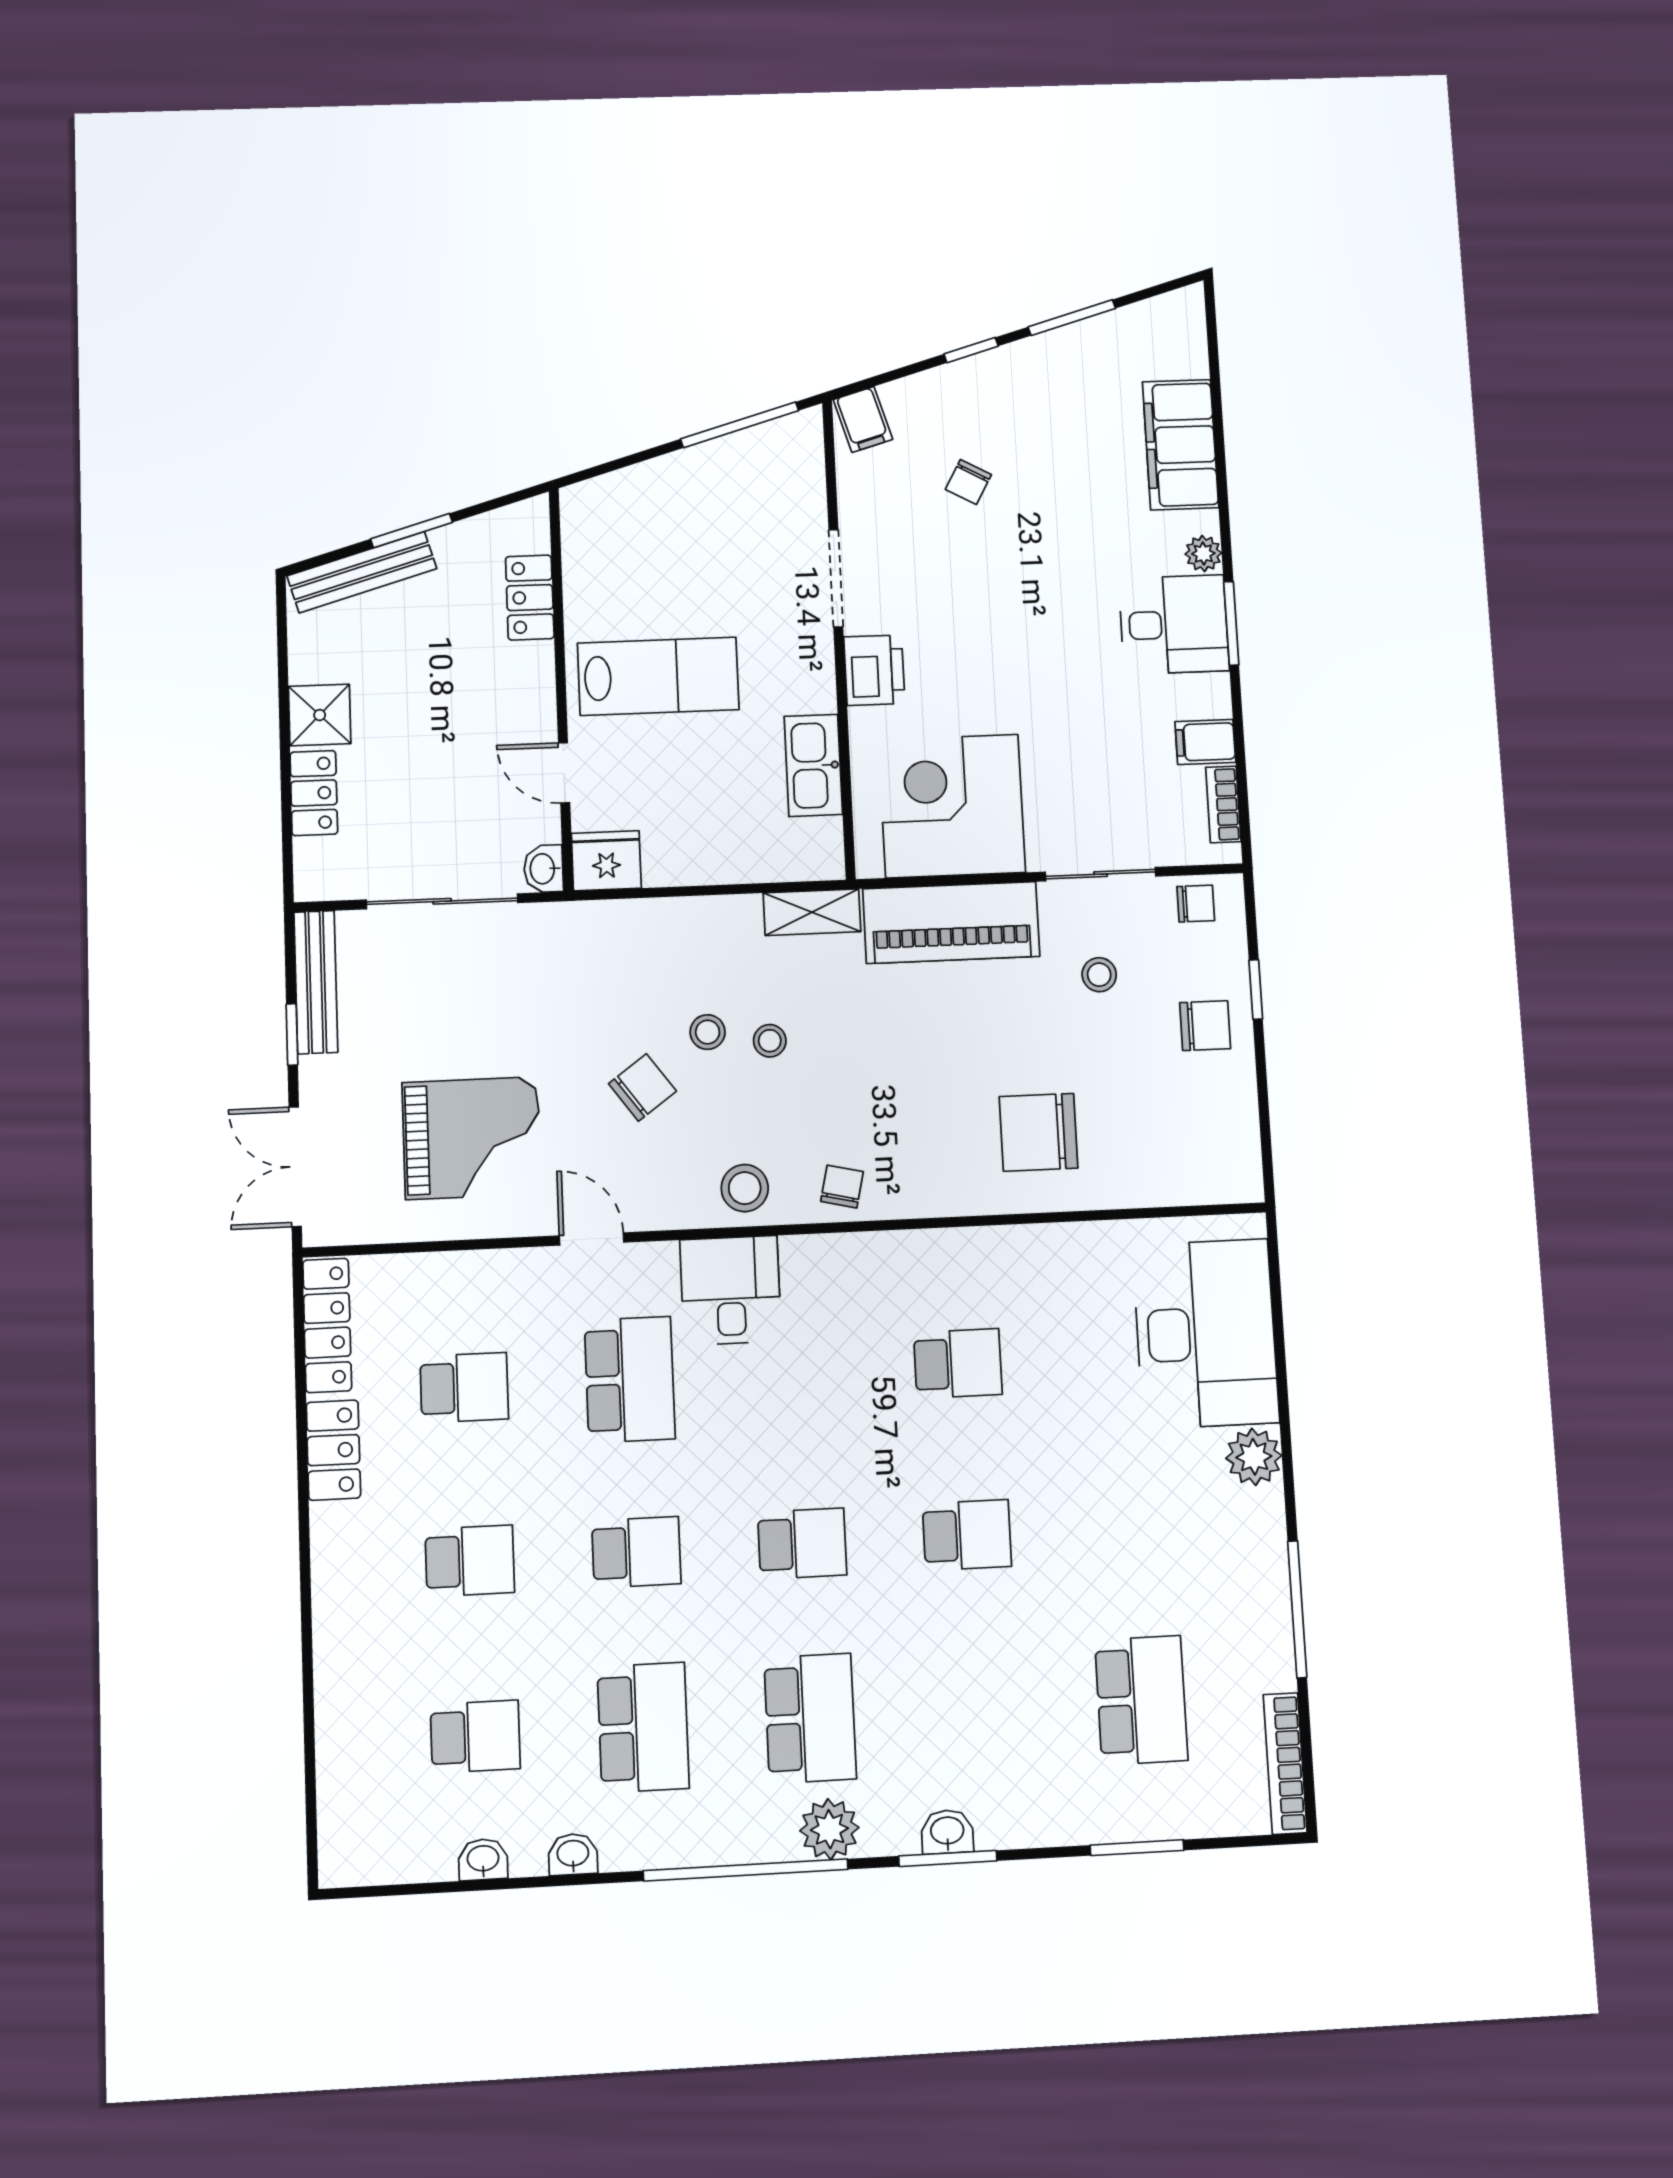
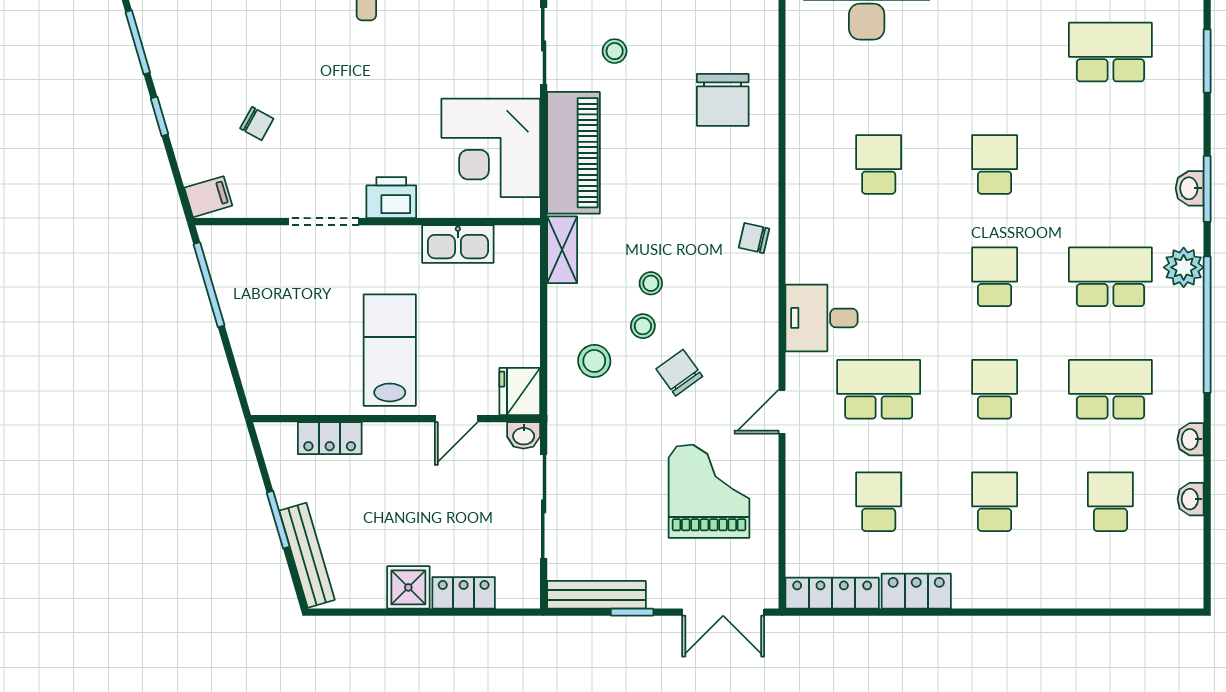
stool: (745, 1188) -> (594, 361), moved

